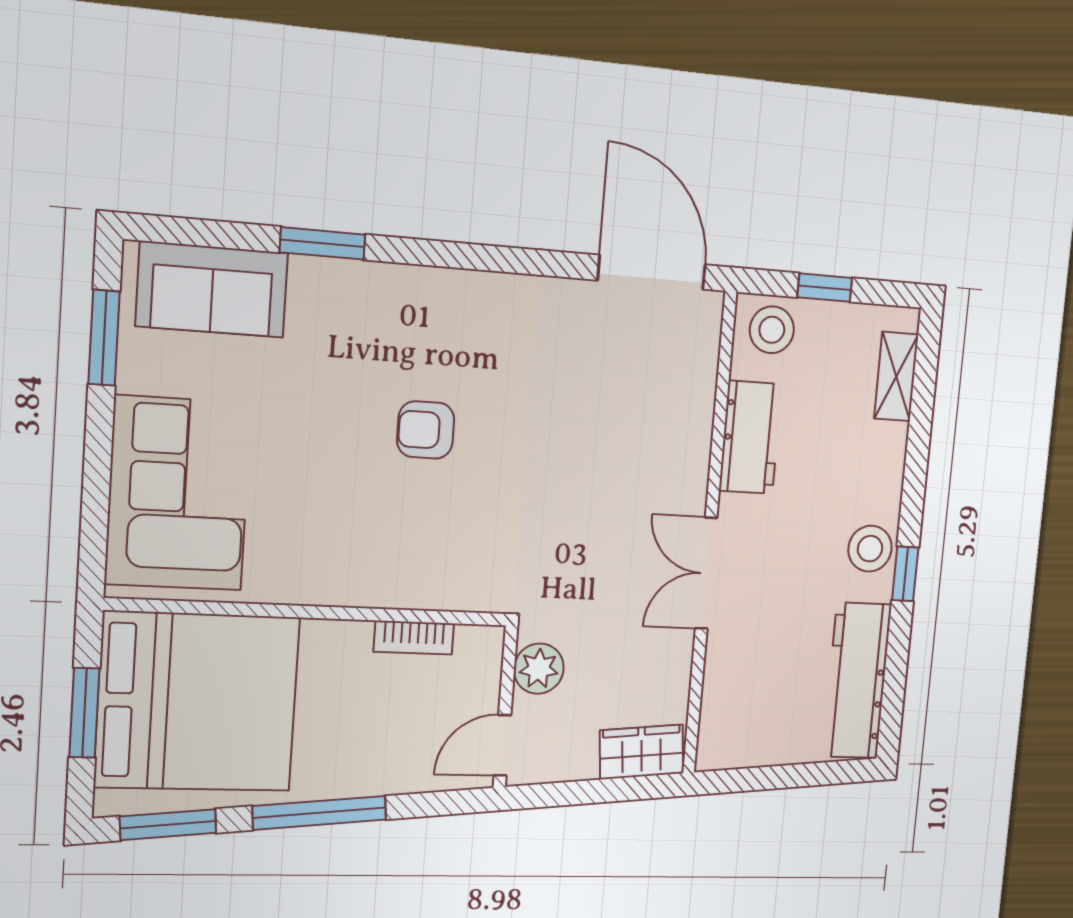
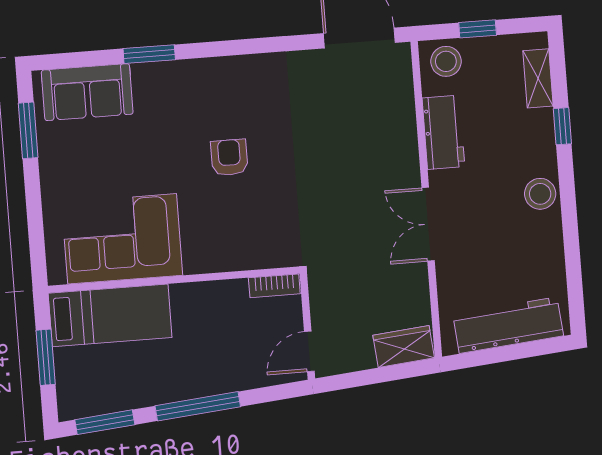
armchair: (426, 430) -> (229, 157), turned 90
corner sofa: (178, 494) -> (122, 239), moved, turned -90
window: (905, 574) -> (562, 126), moved
bookcase: (414, 638) -> (274, 286), moved
plant: (539, 669) -> (326, 299), removed
workbench: (857, 681) -> (508, 325), moved, turned 85
bed: (197, 702) -> (110, 315), width x0.49

